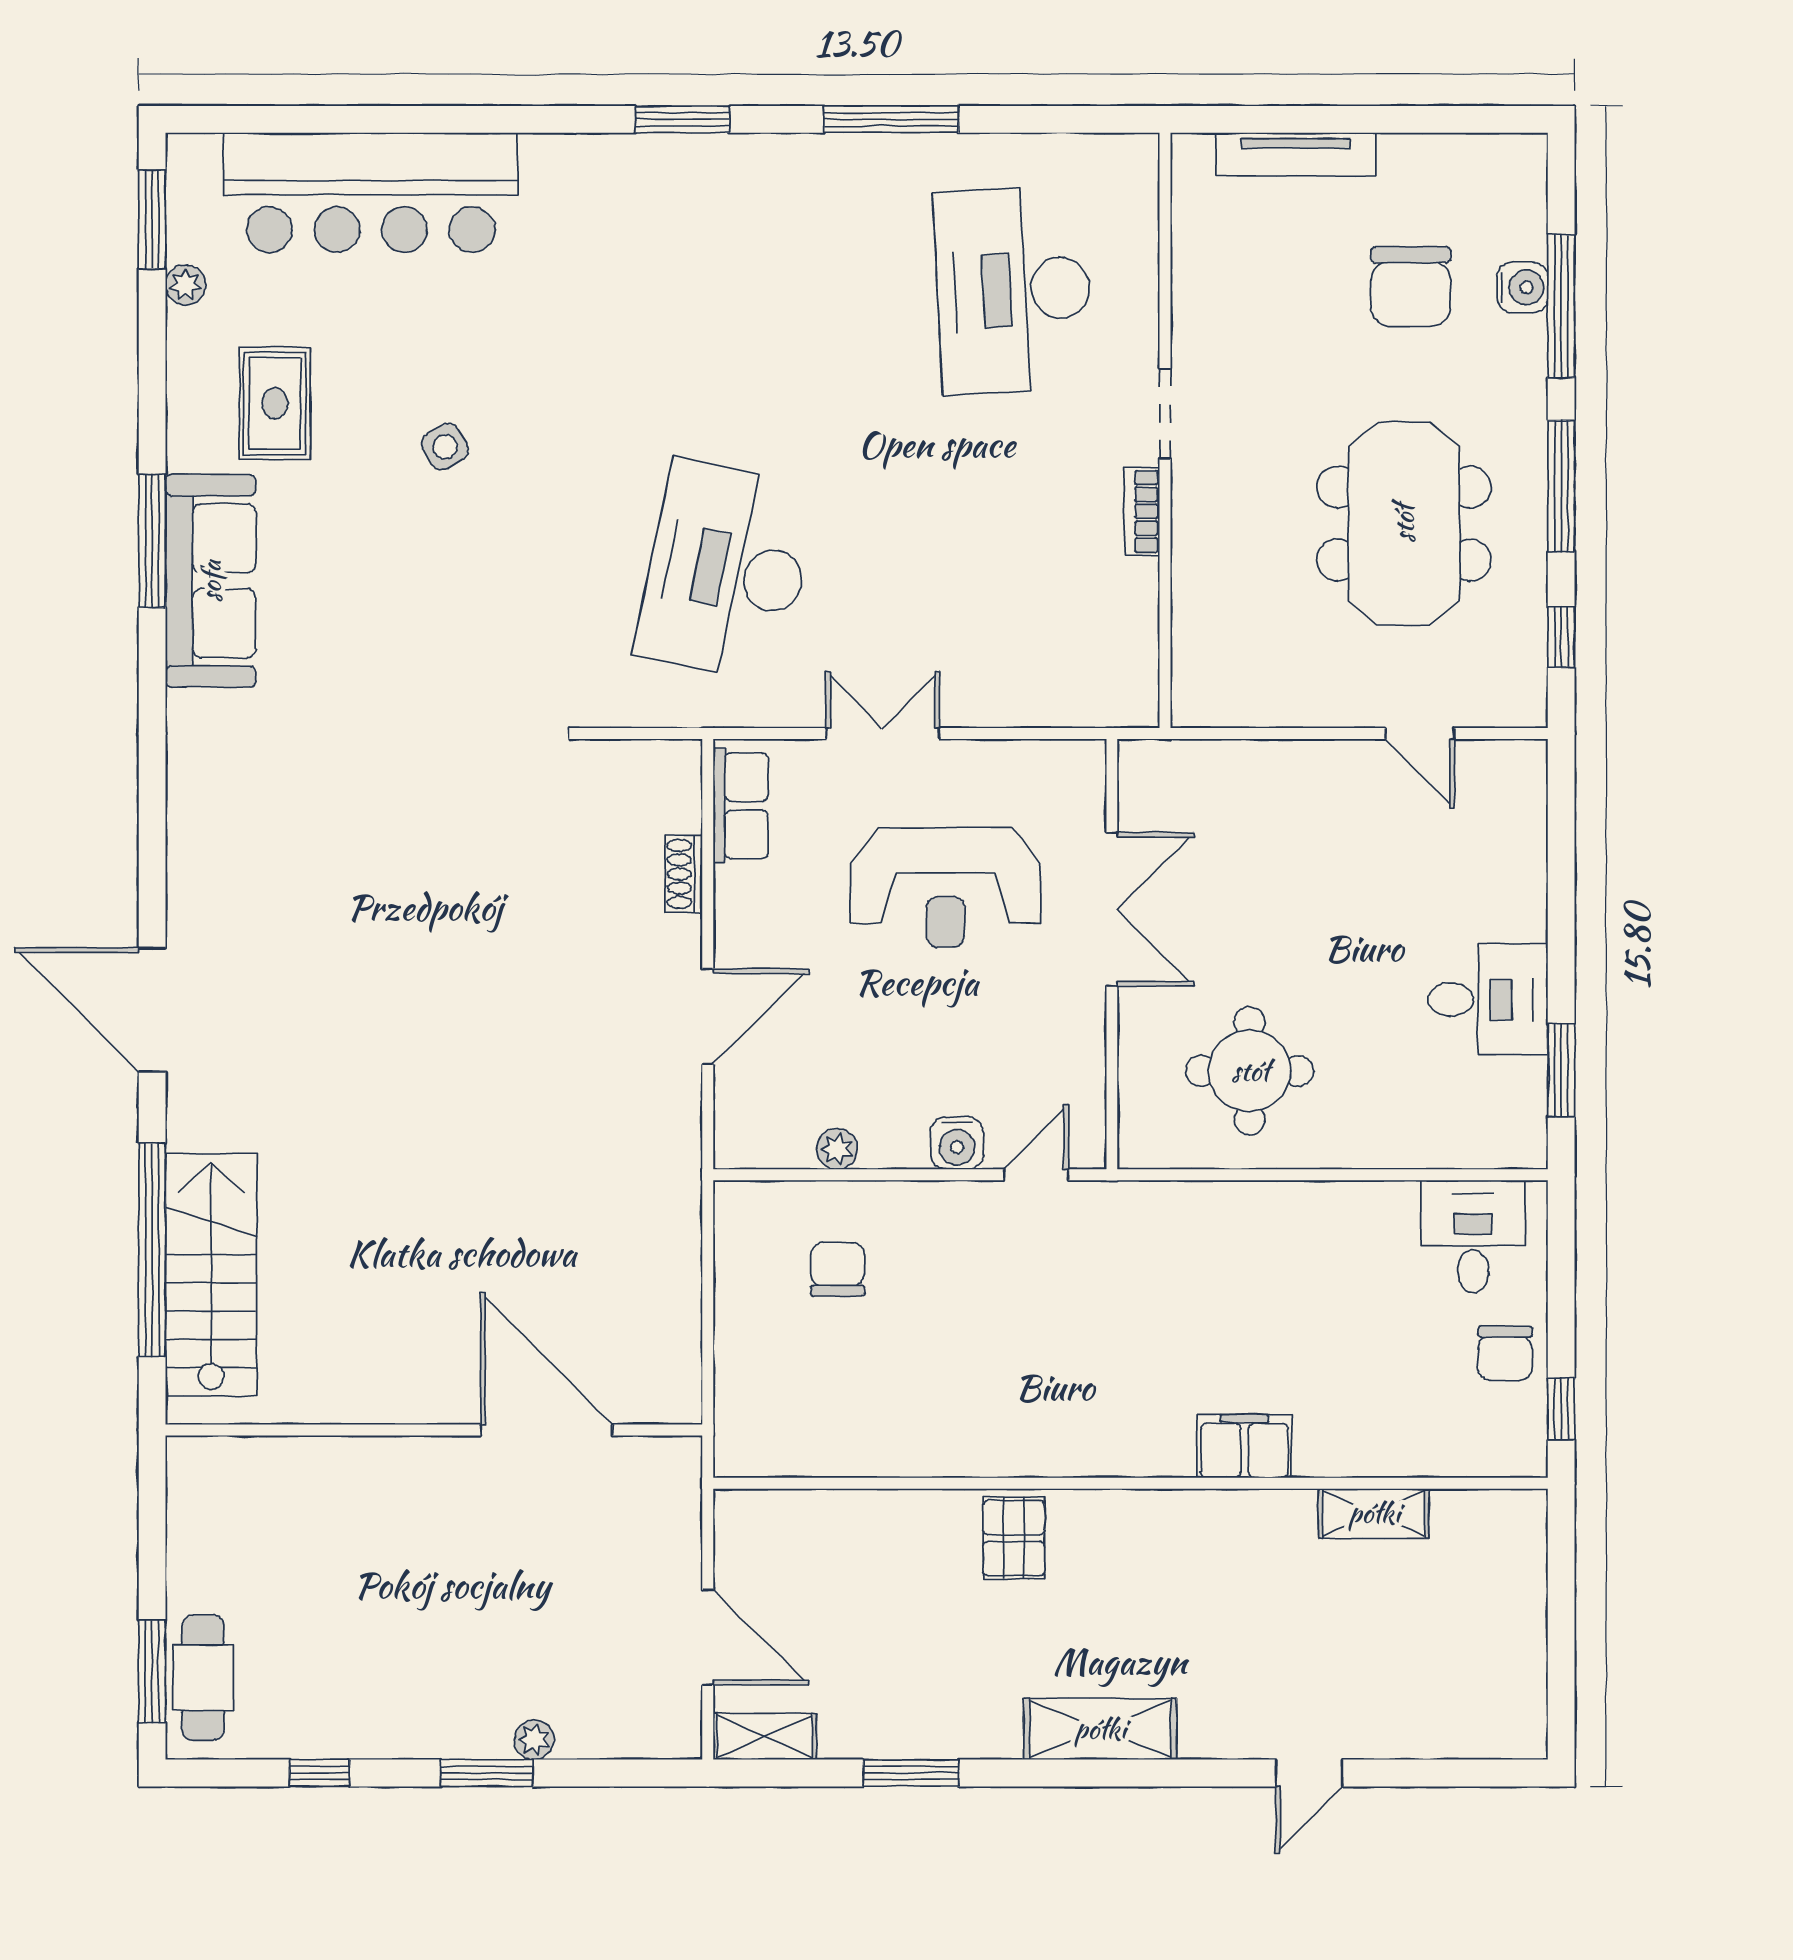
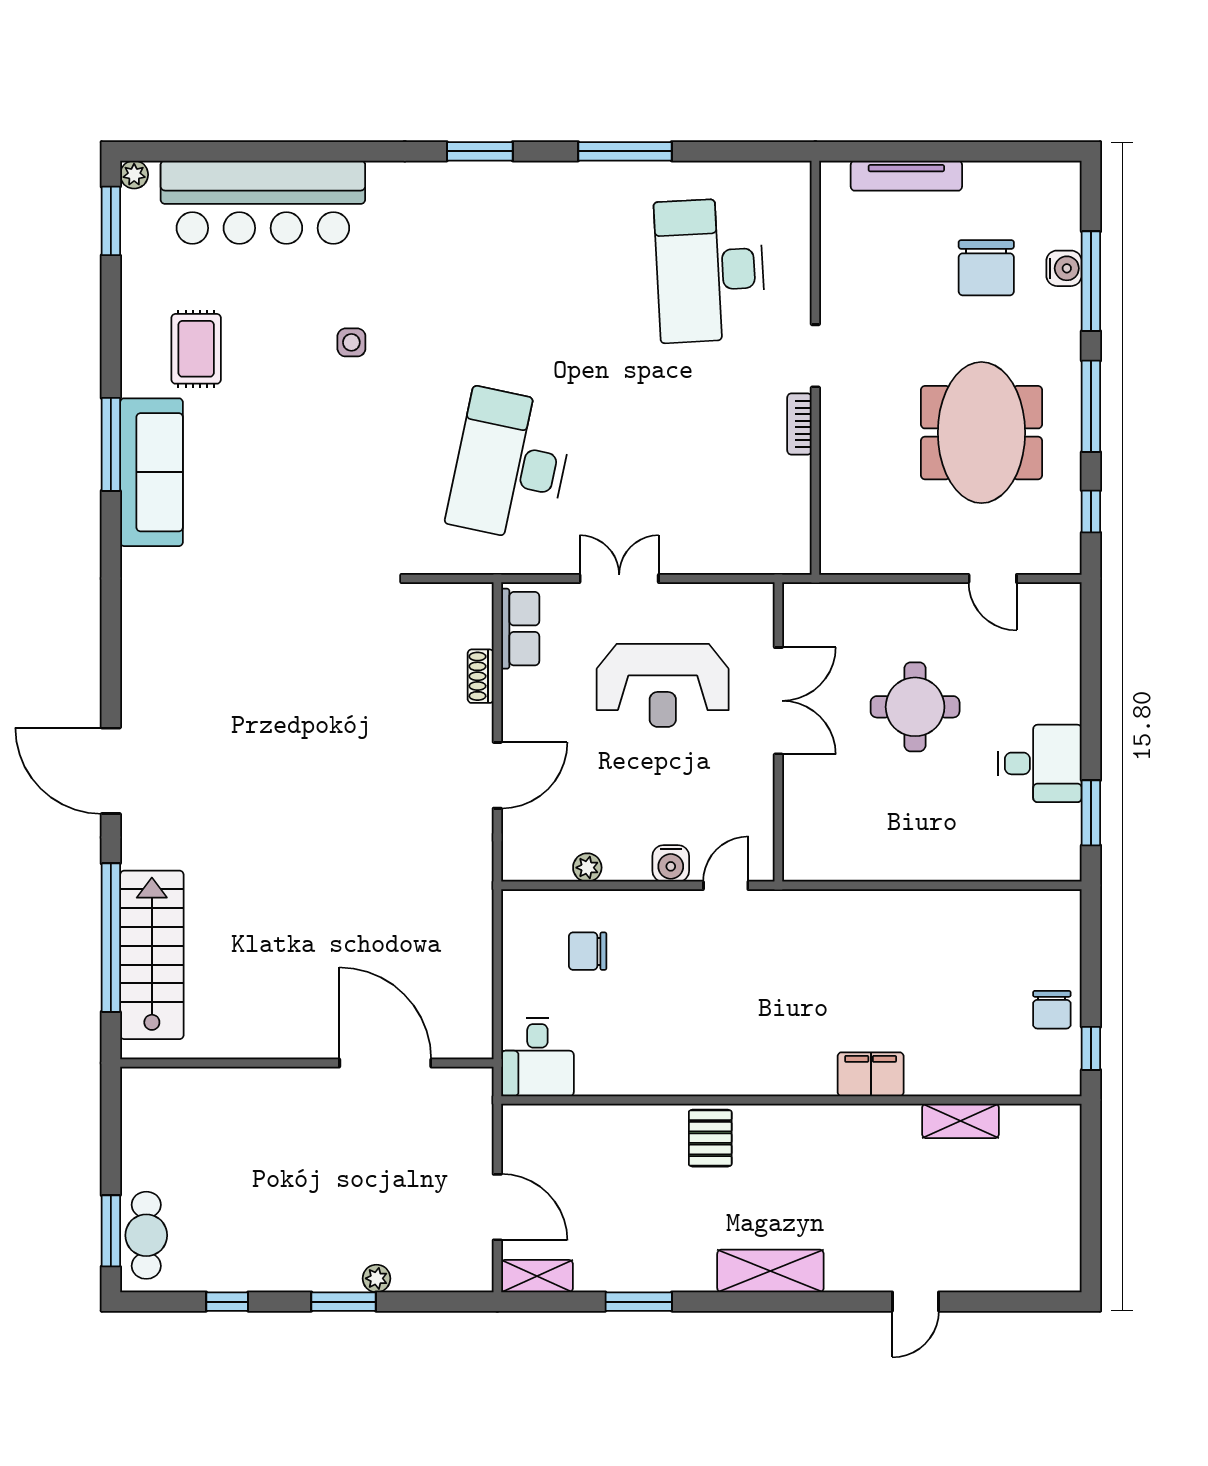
plant: (186, 285) -> (134, 175), moved
side table: (445, 447) -> (351, 342), moved, turned 31
round table: (1250, 1071) -> (915, 707), moved
desk: (1473, 1237) -> (537, 1057), moved, turned 180
chair: (838, 1269) -> (588, 951), turned -90

